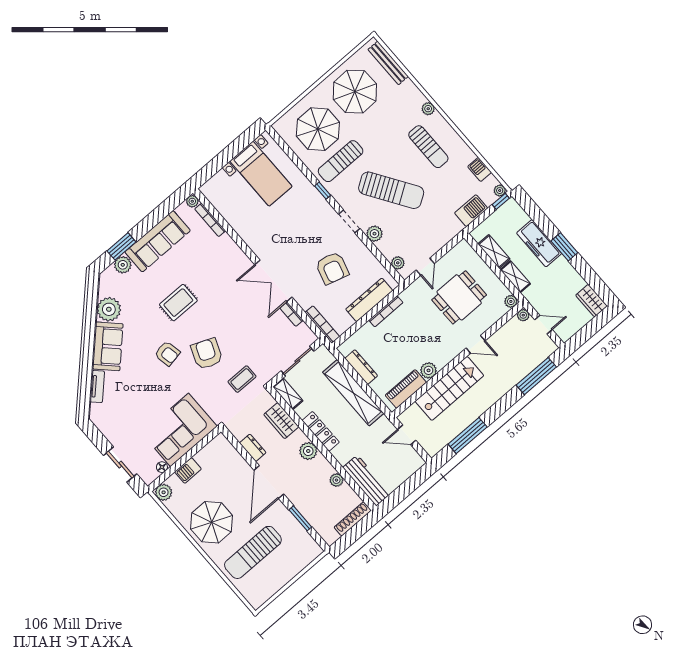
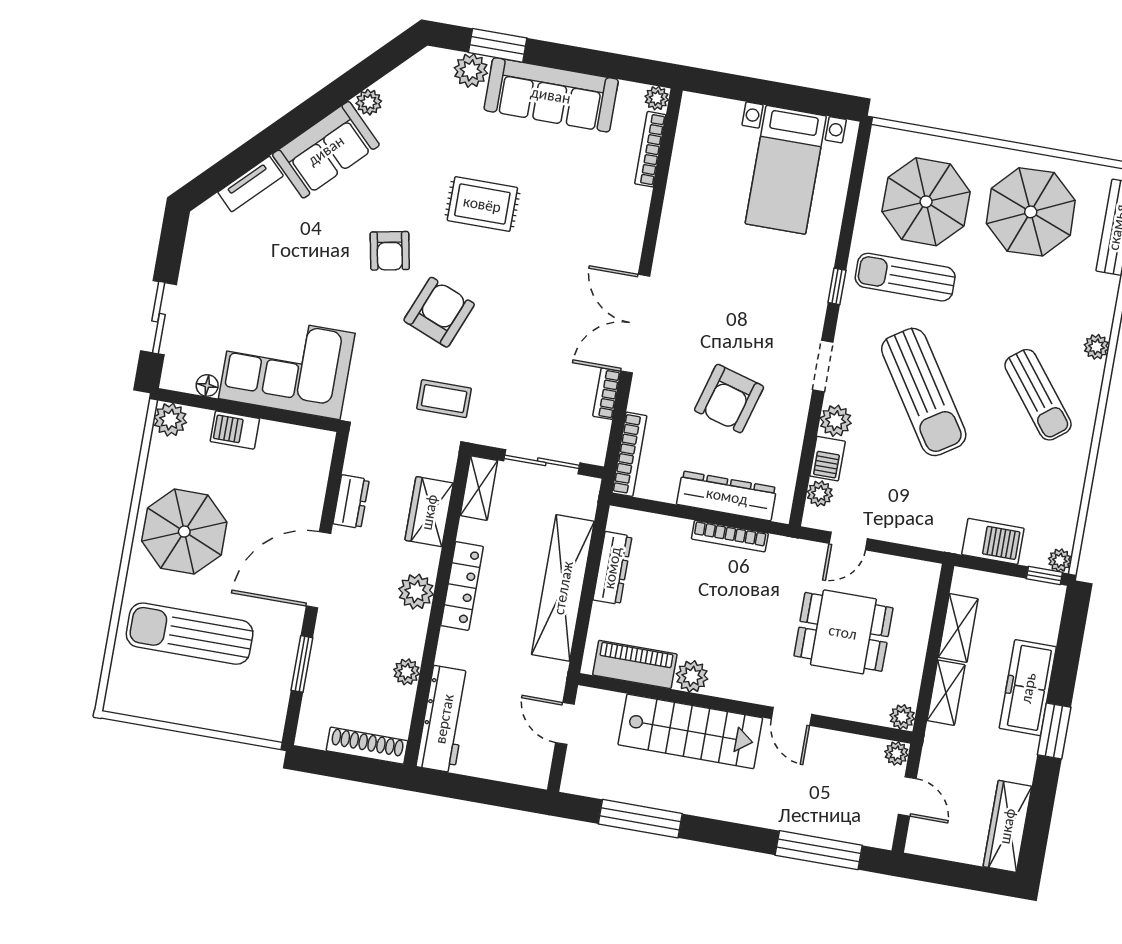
sun lounger: (428, 147) -> (1038, 395), turned -38
barbecue: (480, 169) -> (828, 459), moved, turned 180
wardrobe: (591, 301) -> (1007, 826), width x1.50
plant: (109, 309) -> (369, 102), width x0.53, depth x0.53

